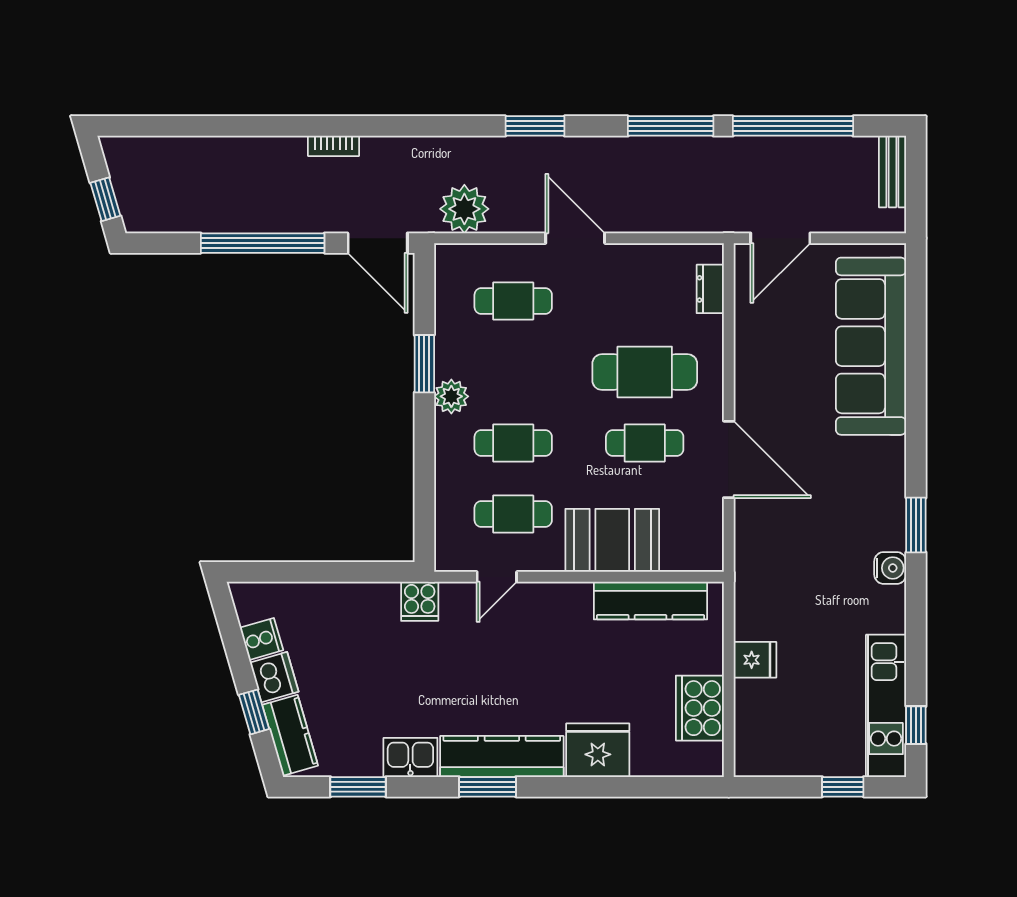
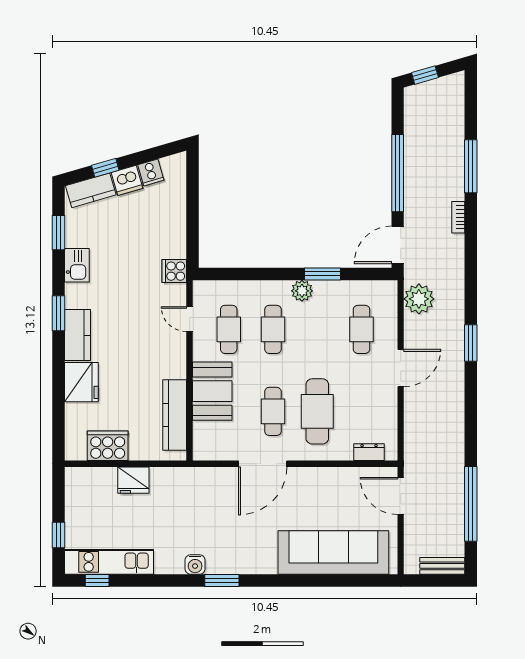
window: (671, 126) -> (471, 166), moved
fridge: (755, 660) -> (133, 480), width x1.38
kitchen counter: (502, 756) -> (78, 335), width x0.67

